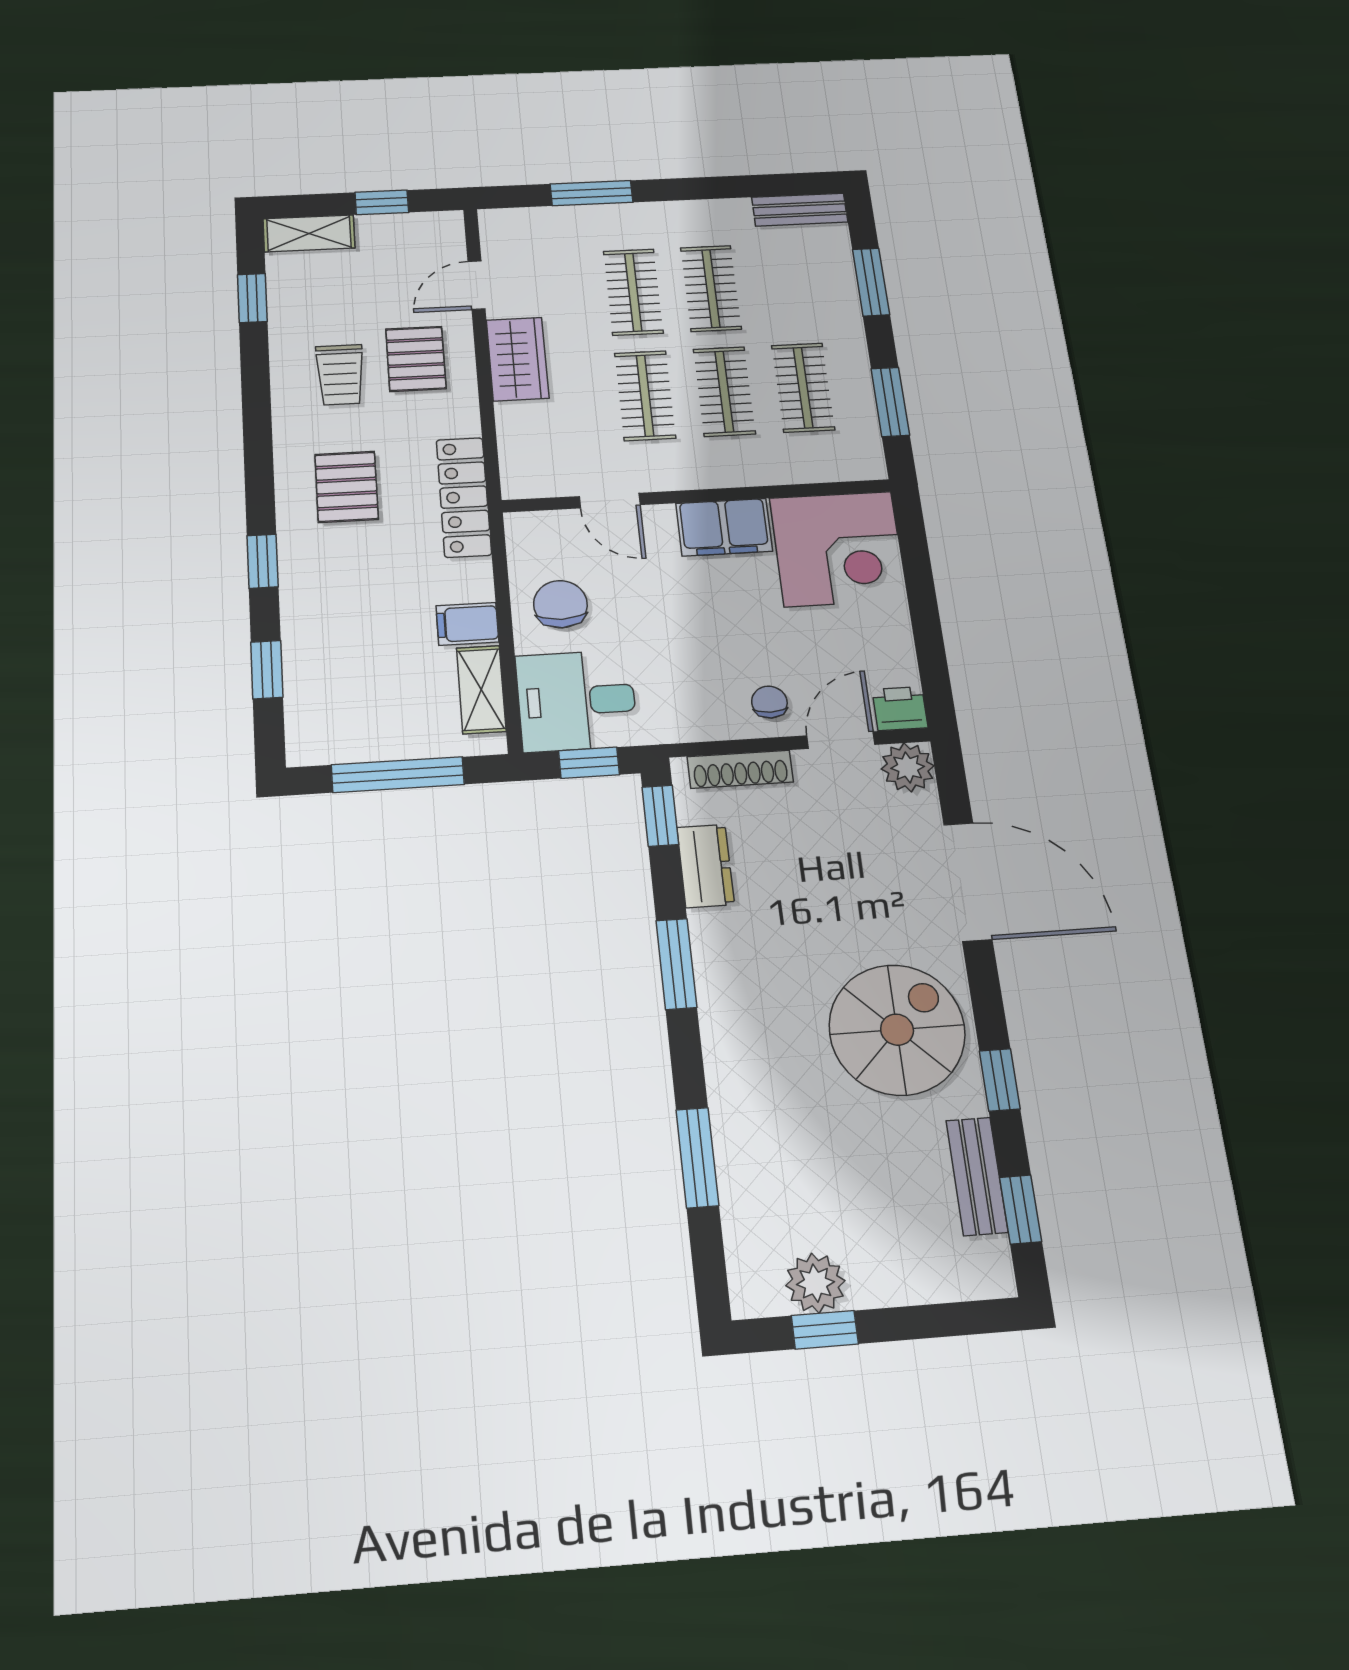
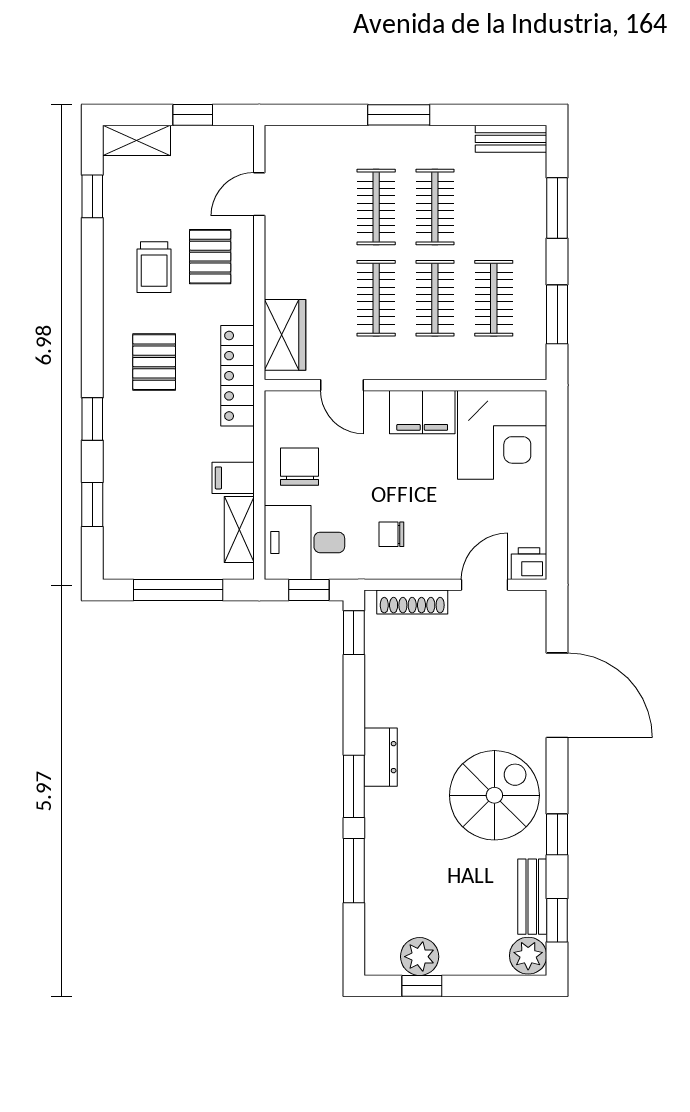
window: (591, 193) -> (399, 115), moved
wardrobe: (518, 359) -> (285, 335), moved
chair: (769, 702) -> (391, 534), moved, turned -90
plant: (908, 767) -> (528, 956), moved
dresser: (706, 866) -> (381, 757), moved
window: (676, 964) -> (354, 786), moved

